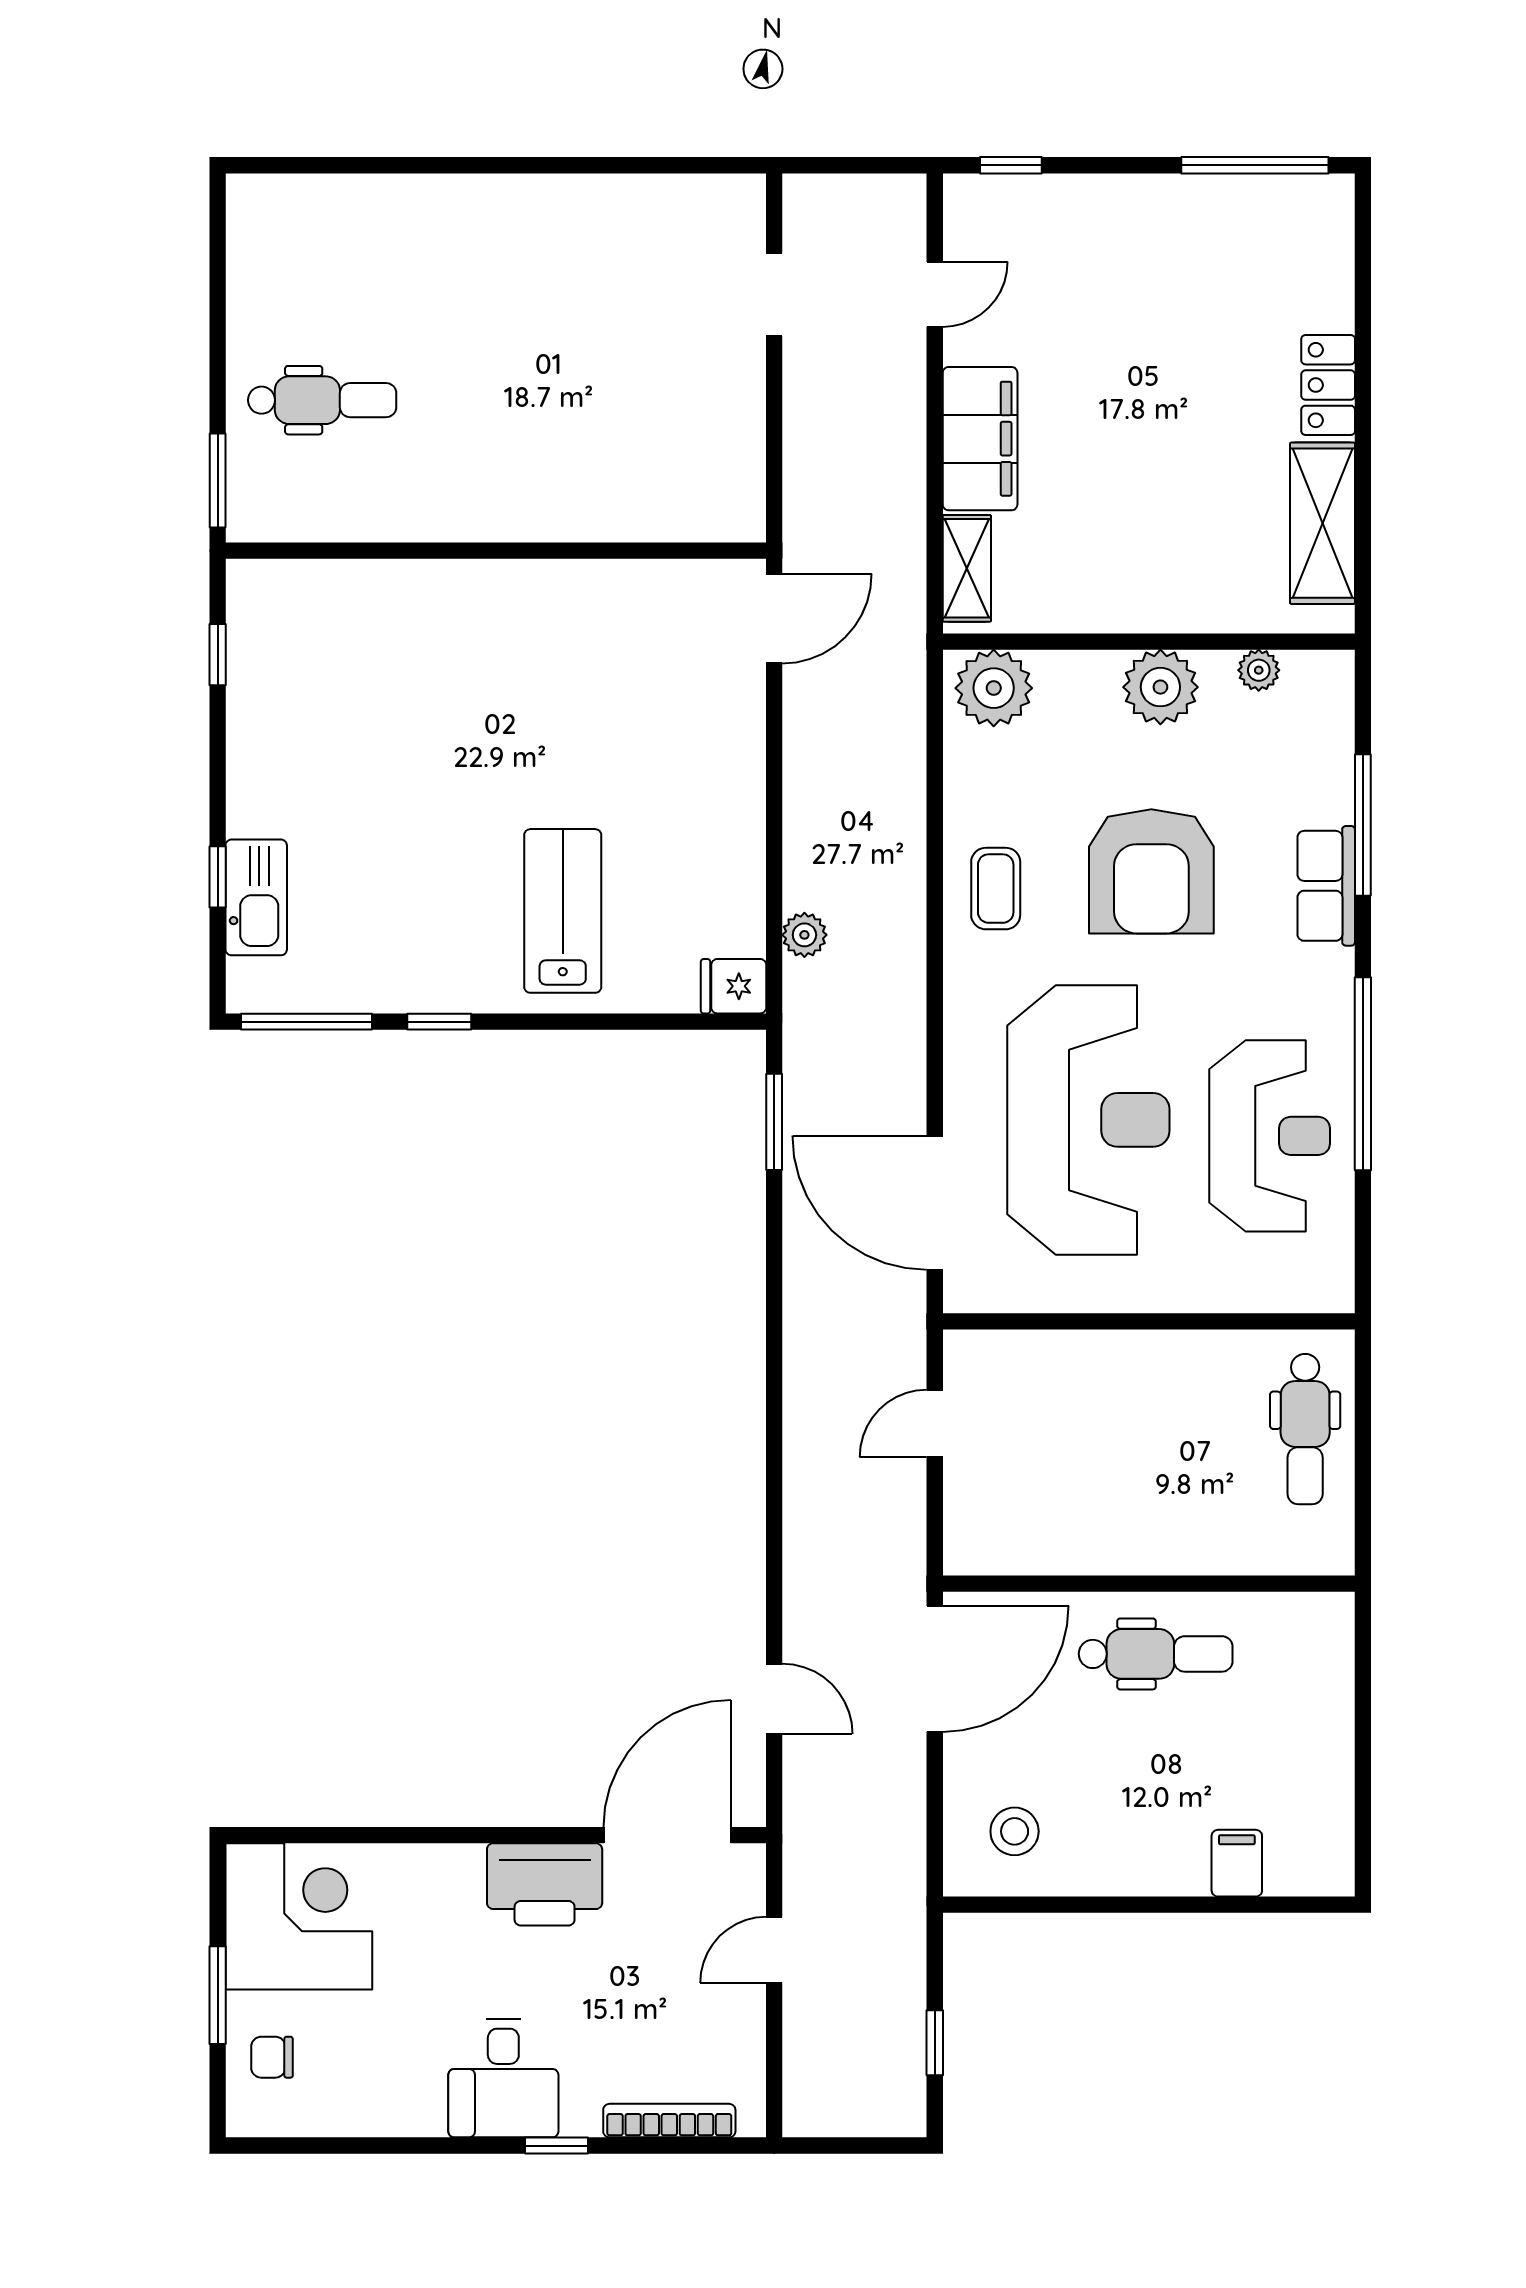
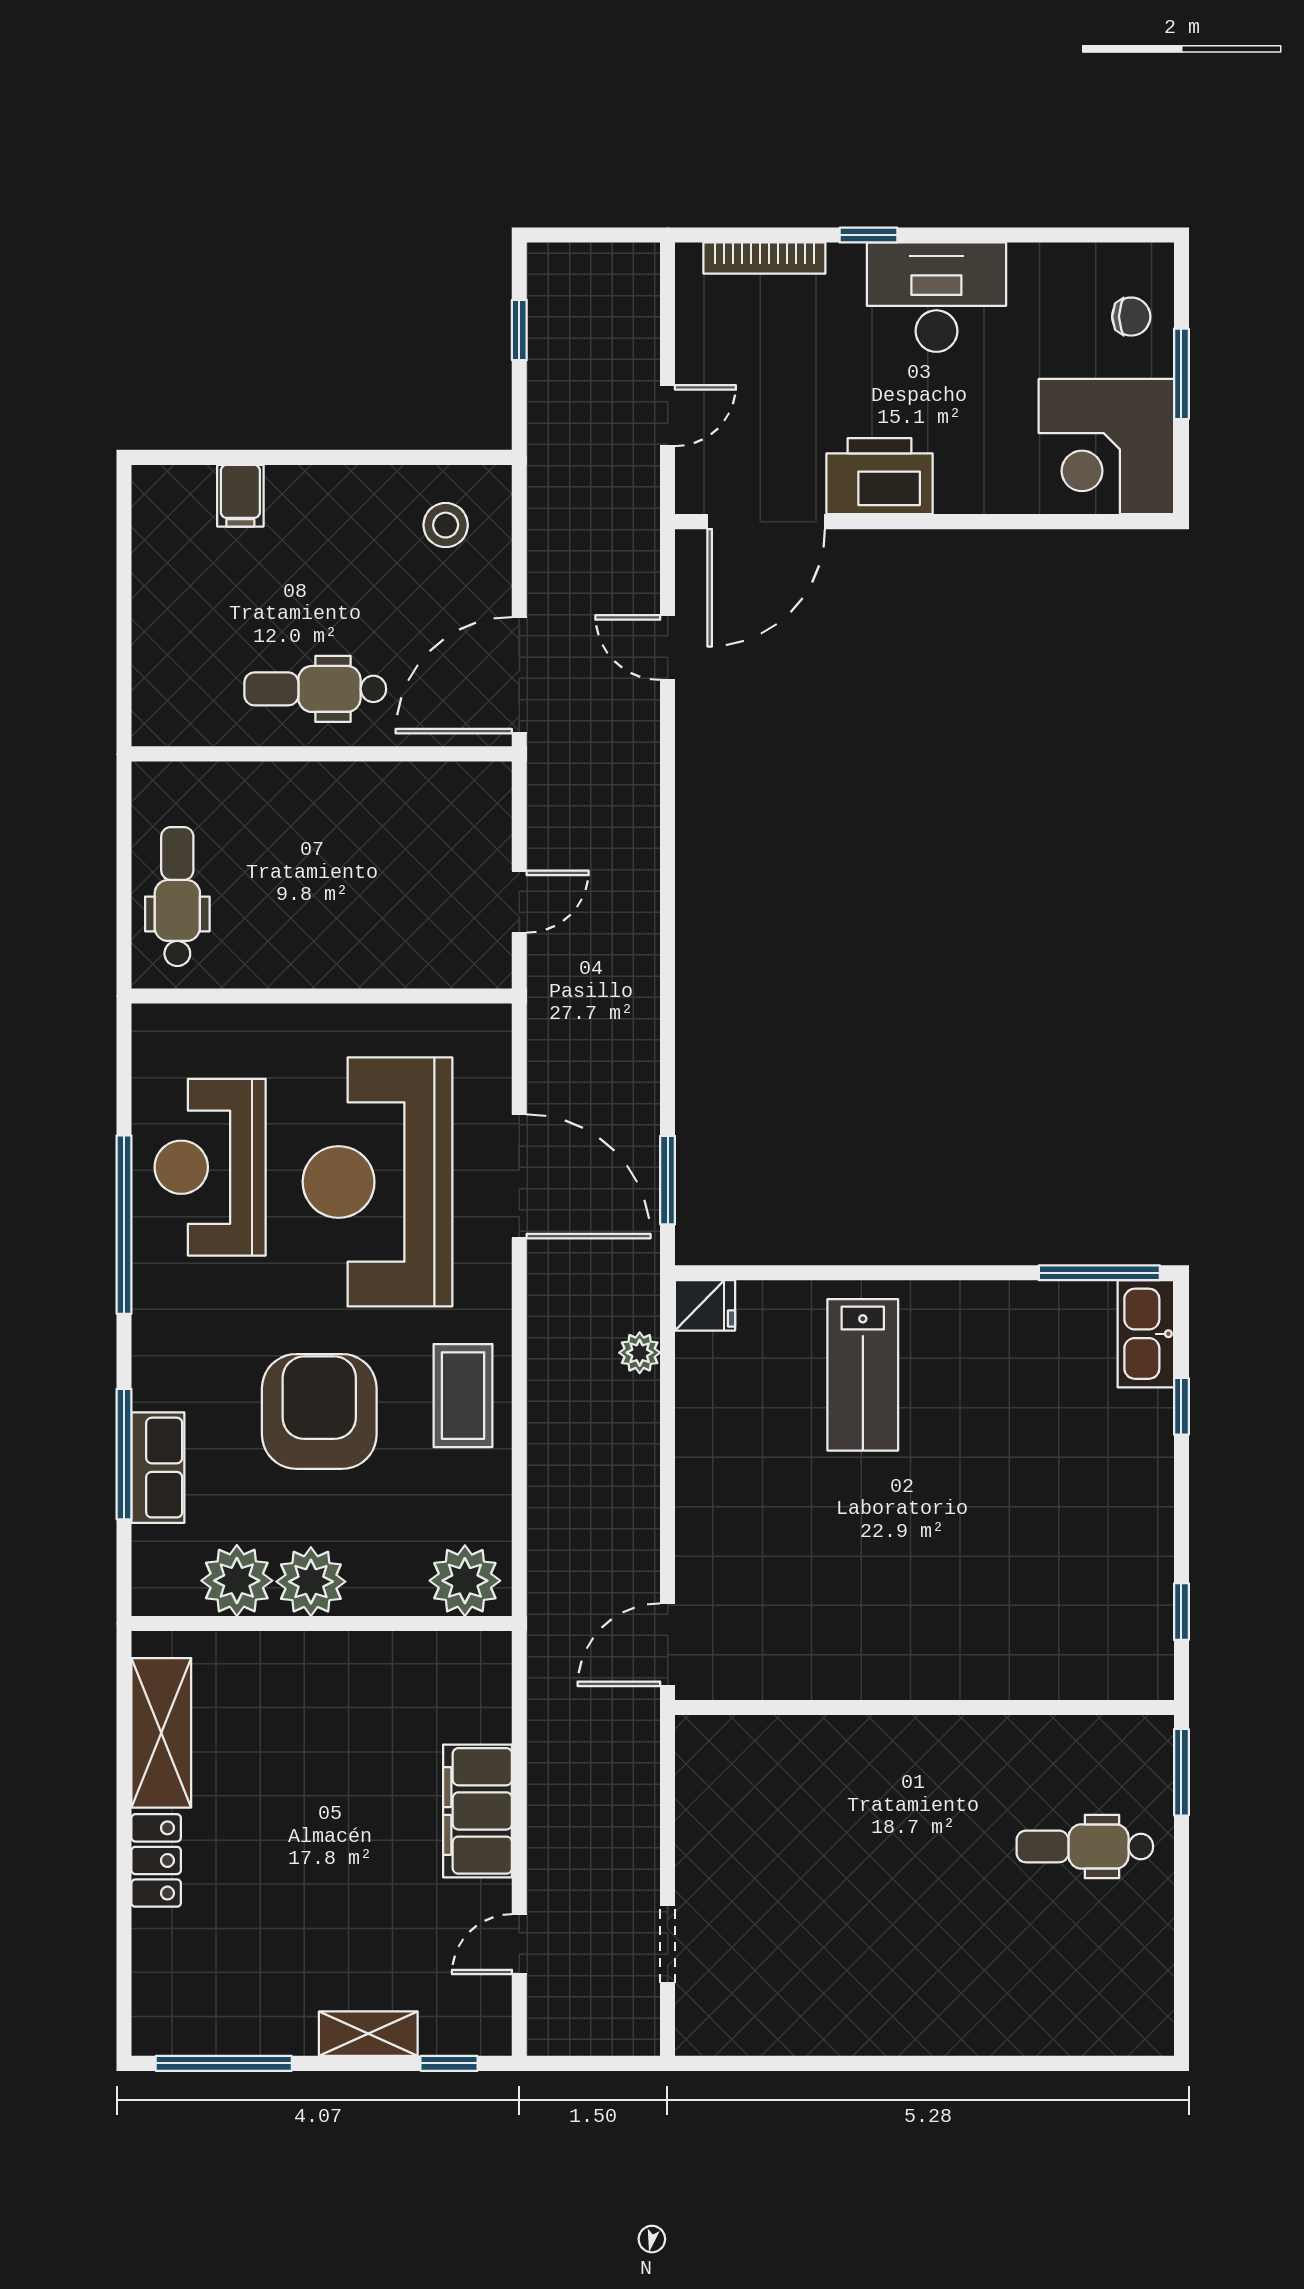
shelving: (967, 568) -> (368, 2034), moved, turned 90
plant: (1259, 670) -> (237, 1581), width x1.87, depth x1.87
row of seats: (1326, 886) -> (158, 1468), moved
coffee table: (996, 889) -> (463, 1396), width x1.36, depth x1.30
kitchen sink: (256, 897) -> (1146, 1334), moved
window: (439, 1022) -> (977, 1273), removed
door: (935, 1203) -> (519, 1176), moved
desk: (503, 2078) -> (936, 297), width x1.37

